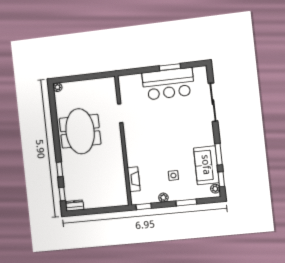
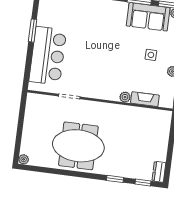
bar counter: (168, 84) -> (48, 56), moved
plant: (131, 161) -> (125, 97), added

